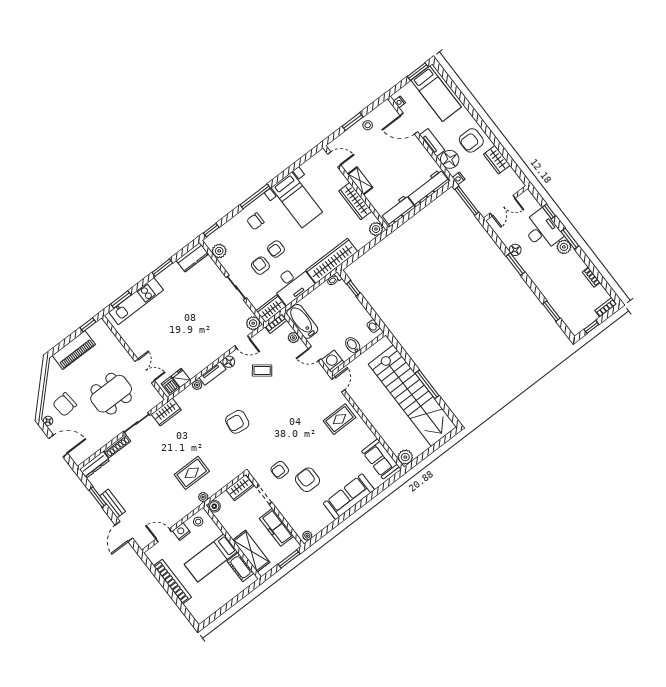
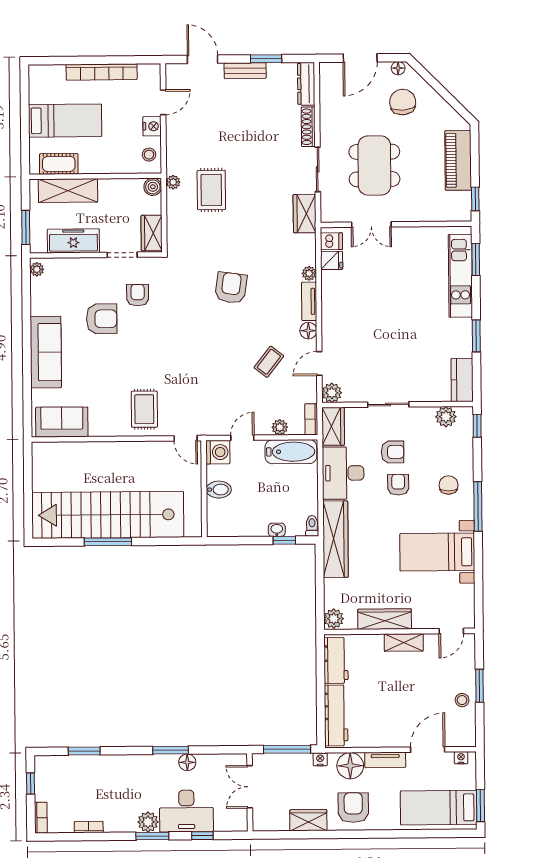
washbasin: (373, 326) -> (277, 530), moved
plant: (405, 457) -> (42, 453), removed
bed: (211, 558) -> (65, 121), moved, turned 90

